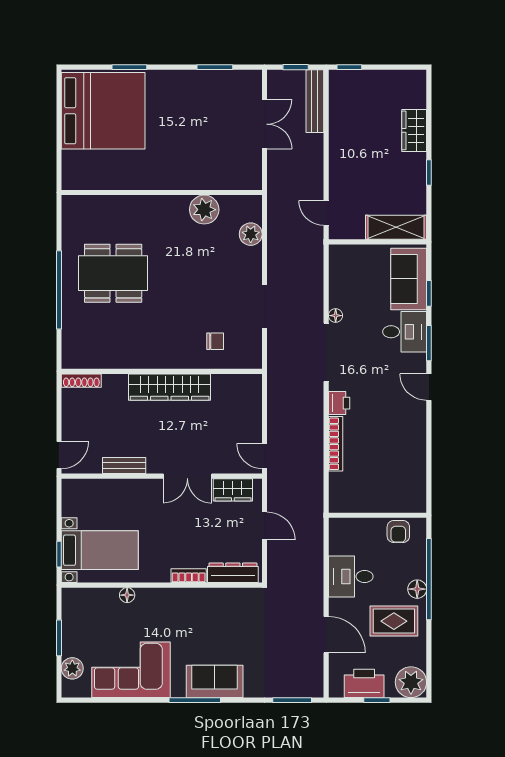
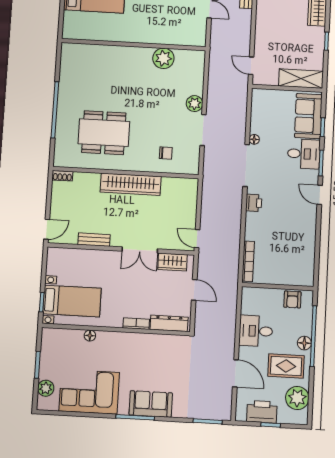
plant: (251, 234) -> (195, 104), moved
dining table: (113, 273) -> (104, 133), moved
shoe rack: (81, 381) -> (62, 176), width x0.70
bookcase: (336, 444) -> (248, 261), moved
plant: (411, 682) -> (297, 398), moved

